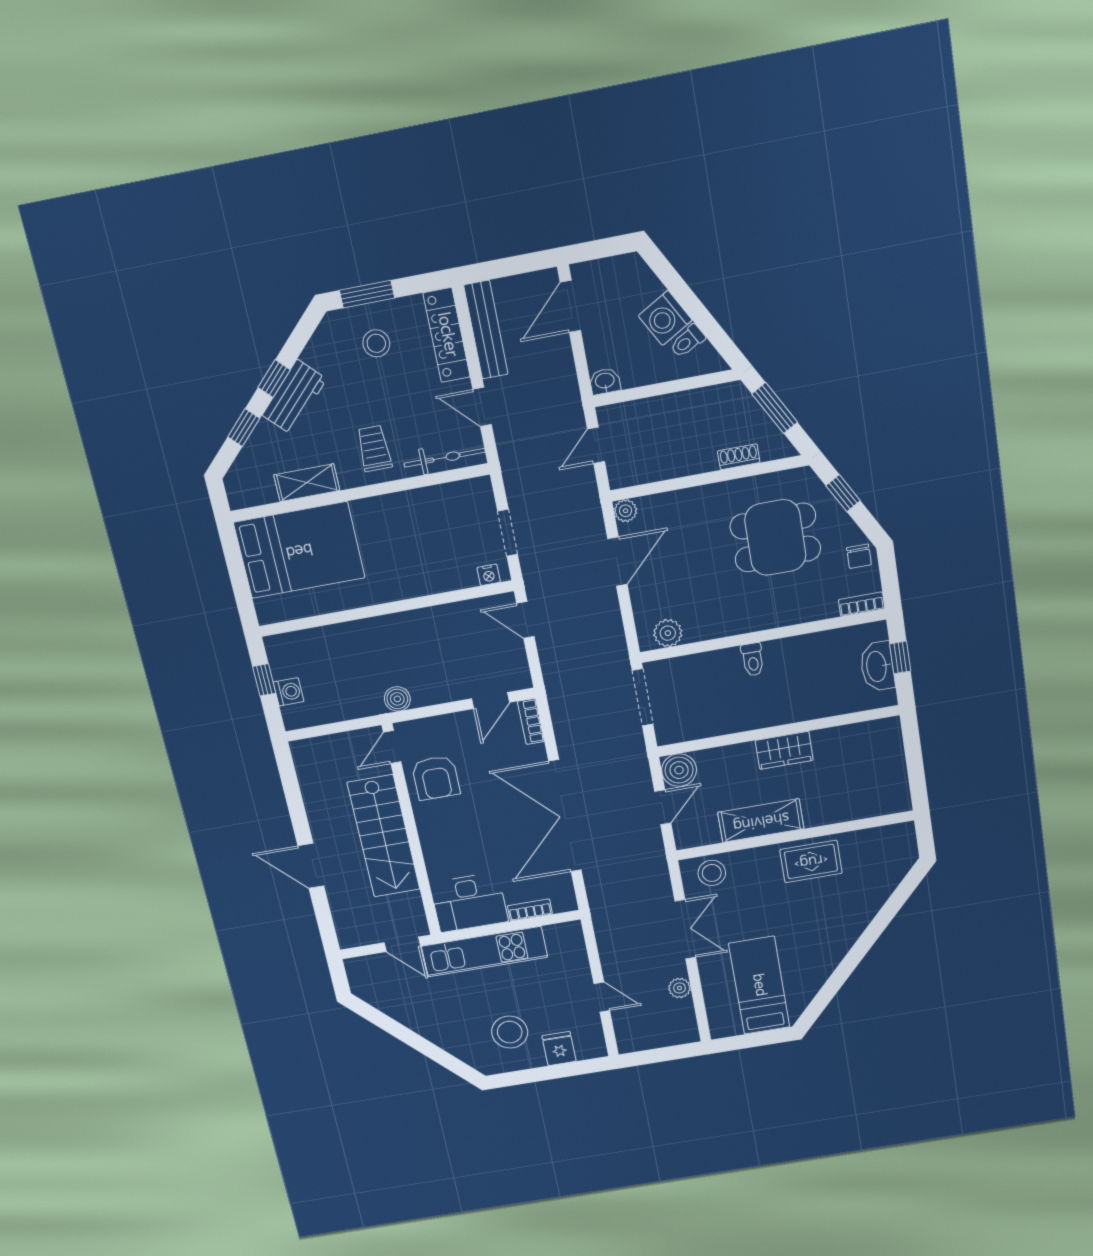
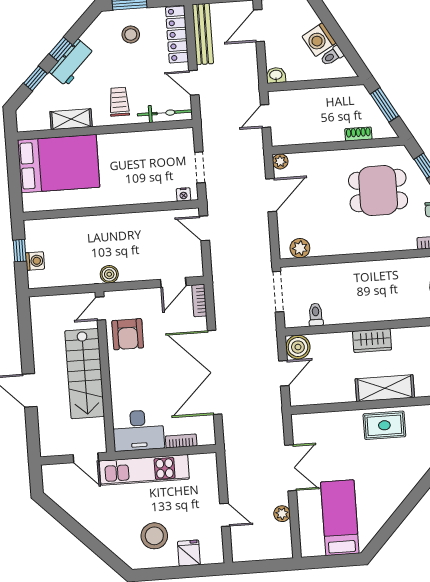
toilet: (753, 659) -> (316, 315), moved, turned 180
shelving: (761, 821) -> (385, 388), moved
stool: (712, 873) -> (314, 426), removed

